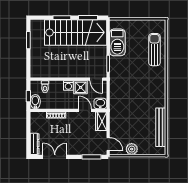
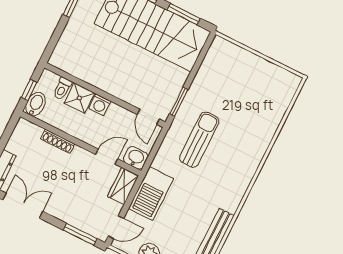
barbecue: (117, 42) -> (151, 194), moved
sun lounger: (154, 50) -> (199, 140), moved
shower: (81, 87) -> (79, 98), moved
door: (85, 110) -> (107, 157), hinge flipped
door: (108, 144) -> (116, 227), hinge flipped

